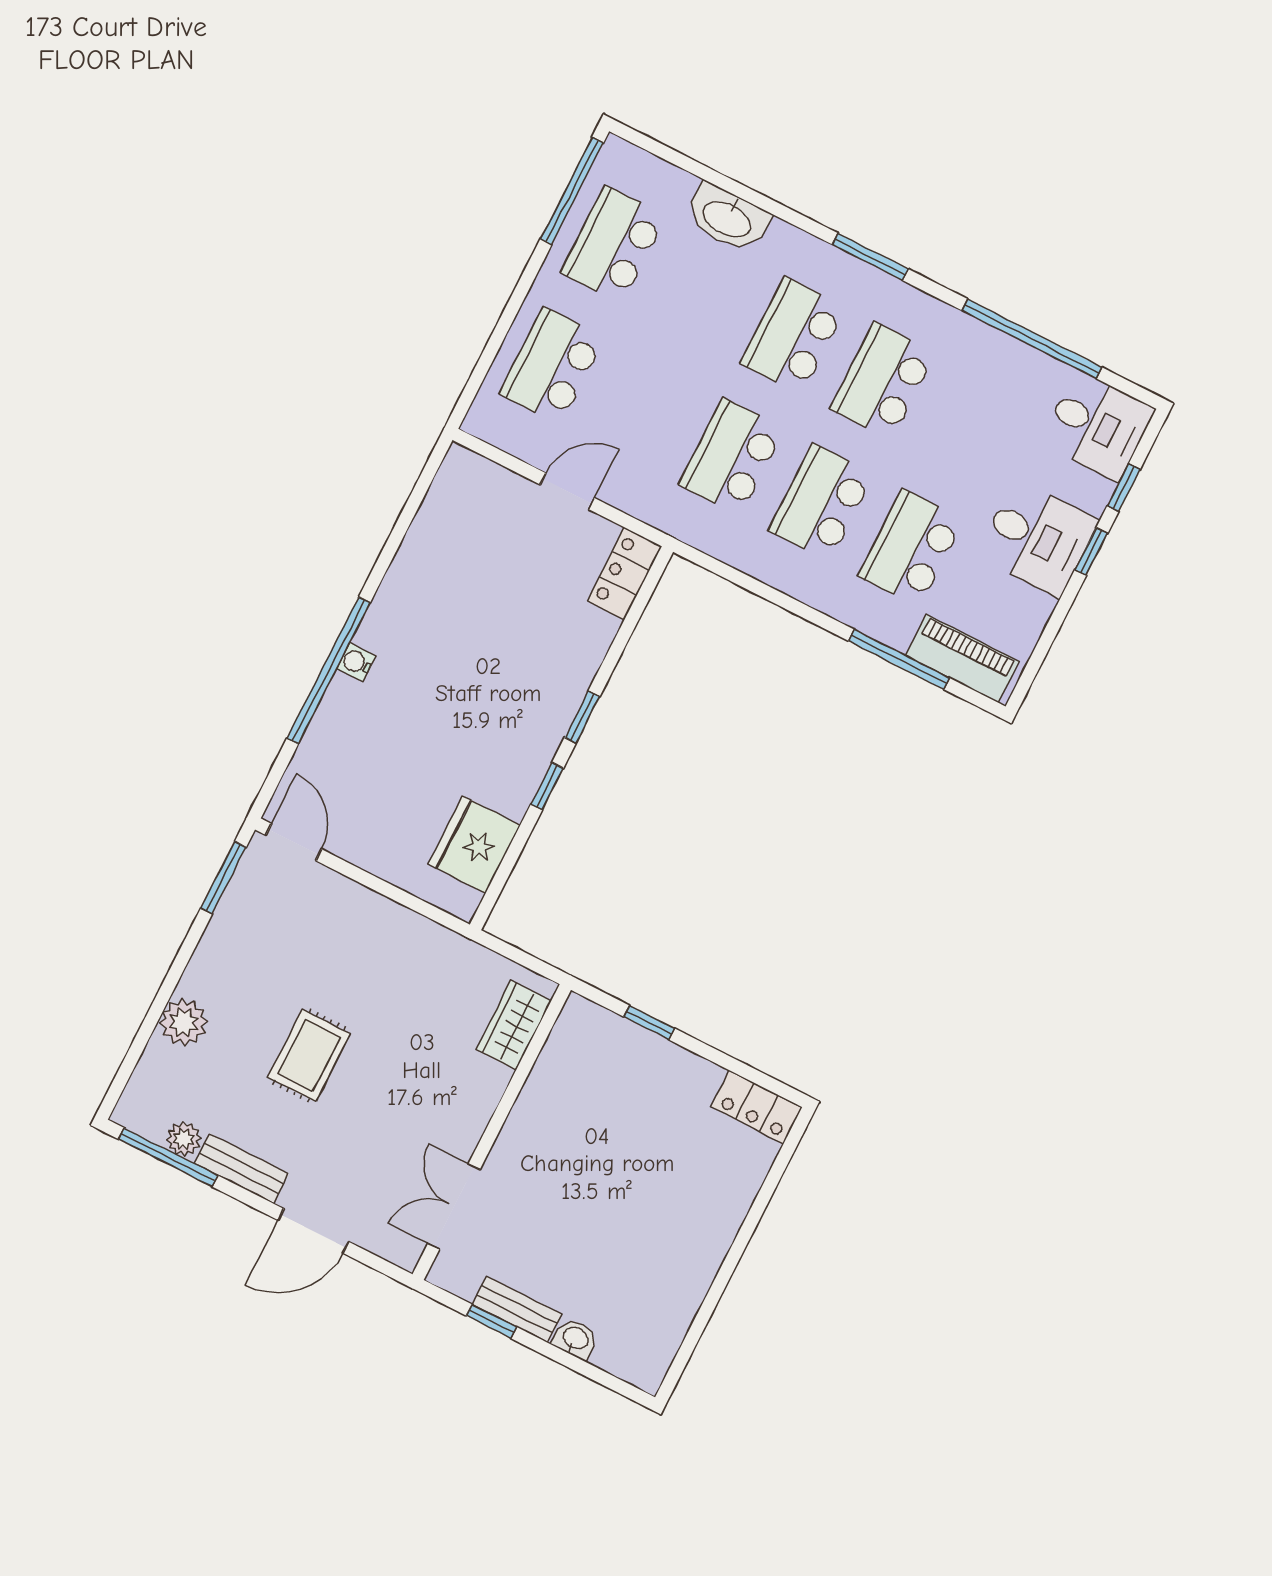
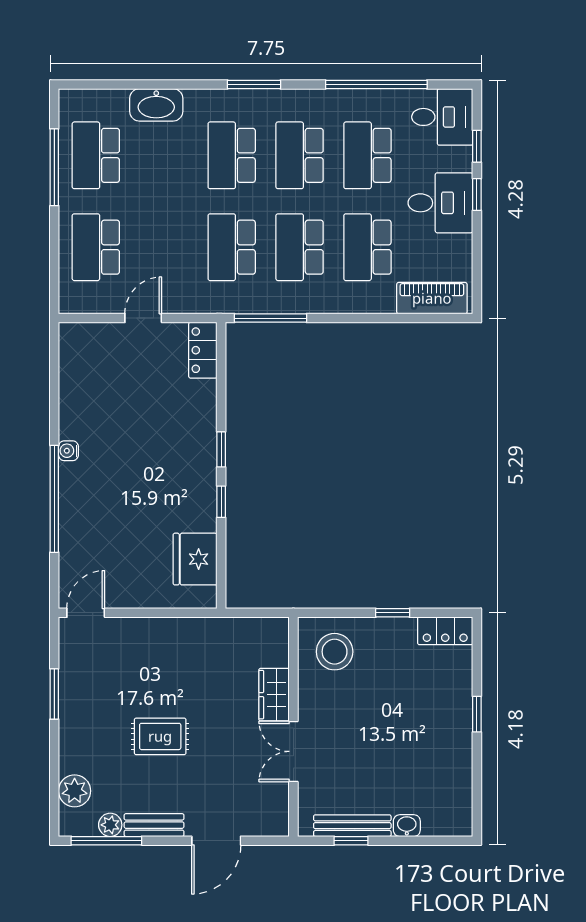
window: (572, 191) -> (54, 167), moved
school desk: (973, 426) -> (367, 155), added
window: (899, 659) -> (270, 318), moved
water cooler: (356, 662) -> (68, 451), moved
door: (294, 842) -> (86, 613), hinge flipped
window: (223, 878) -> (54, 694), moved
plant: (184, 1022) -> (75, 791), moved
window: (649, 1022) -> (393, 613), moved
wardrobe: (514, 1025) -> (274, 695), moved
rug: (309, 1056) -> (160, 736), turned 90
stool: (596, 1060) -> (335, 652), added
double door: (454, 1207) -> (293, 751), moved
window: (743, 1238) -> (477, 714), added
bench: (517, 1309) -> (352, 826), width x1.36

